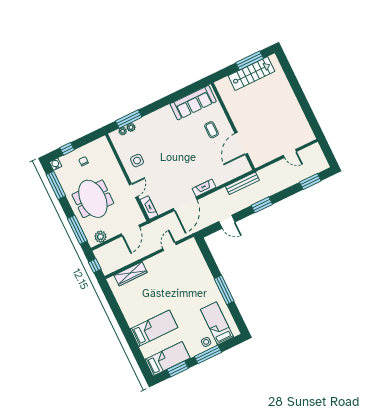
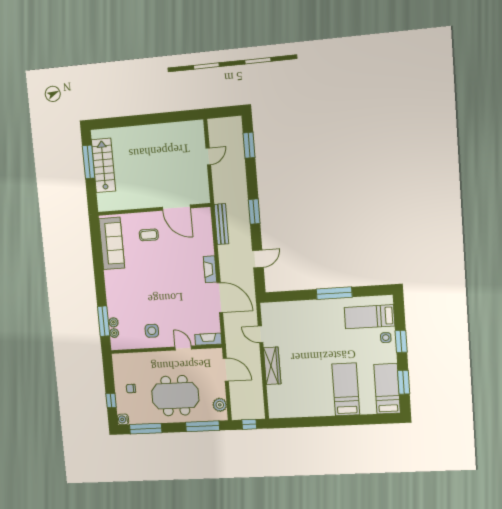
wardrobe: (131, 274) -> (272, 366), moved
window: (208, 354) -> (401, 341), width x0.69

